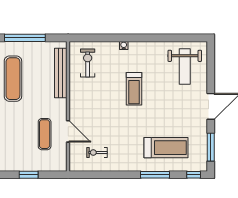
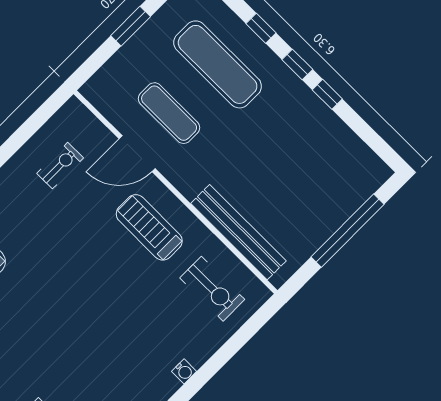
exercise mat: (13, 79) -> (218, 64), moved
treadmill: (134, 89) -> (149, 227), moved

